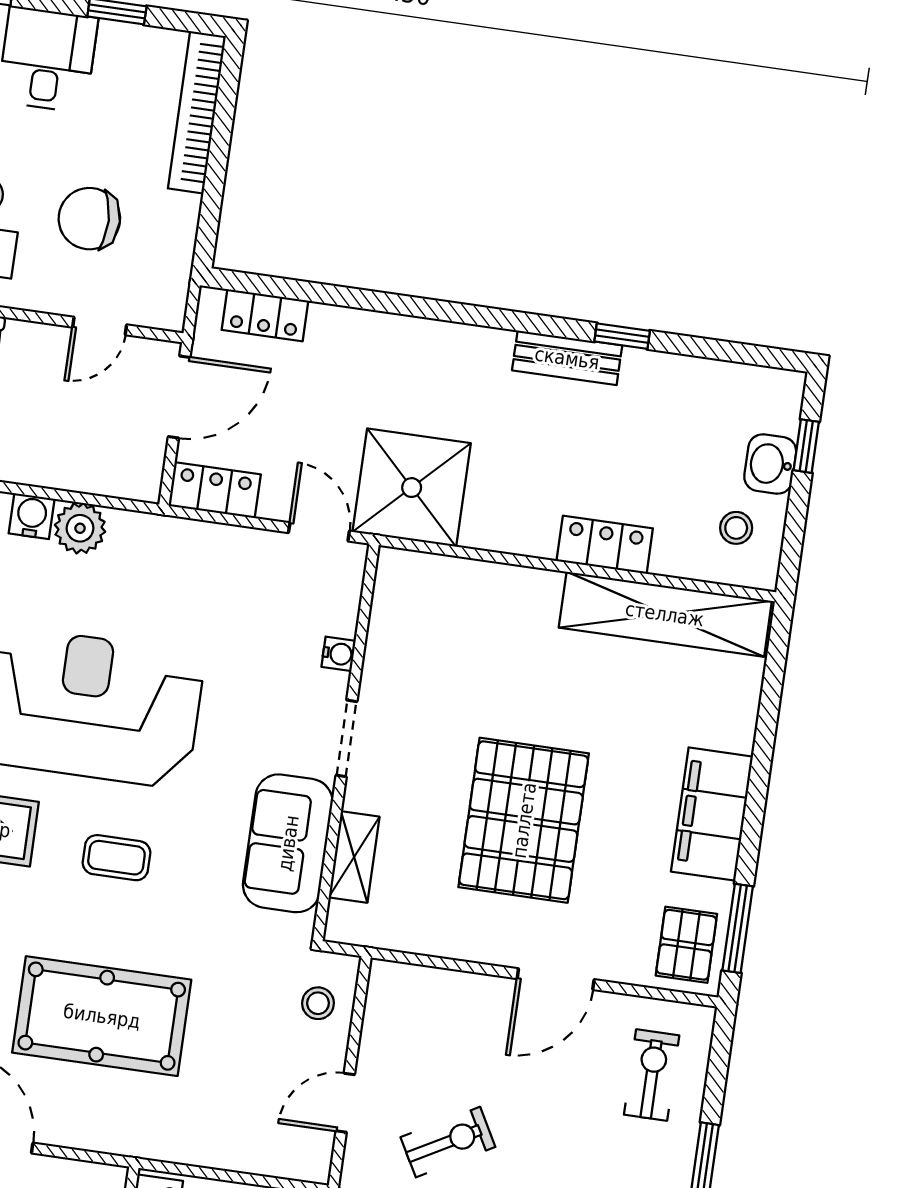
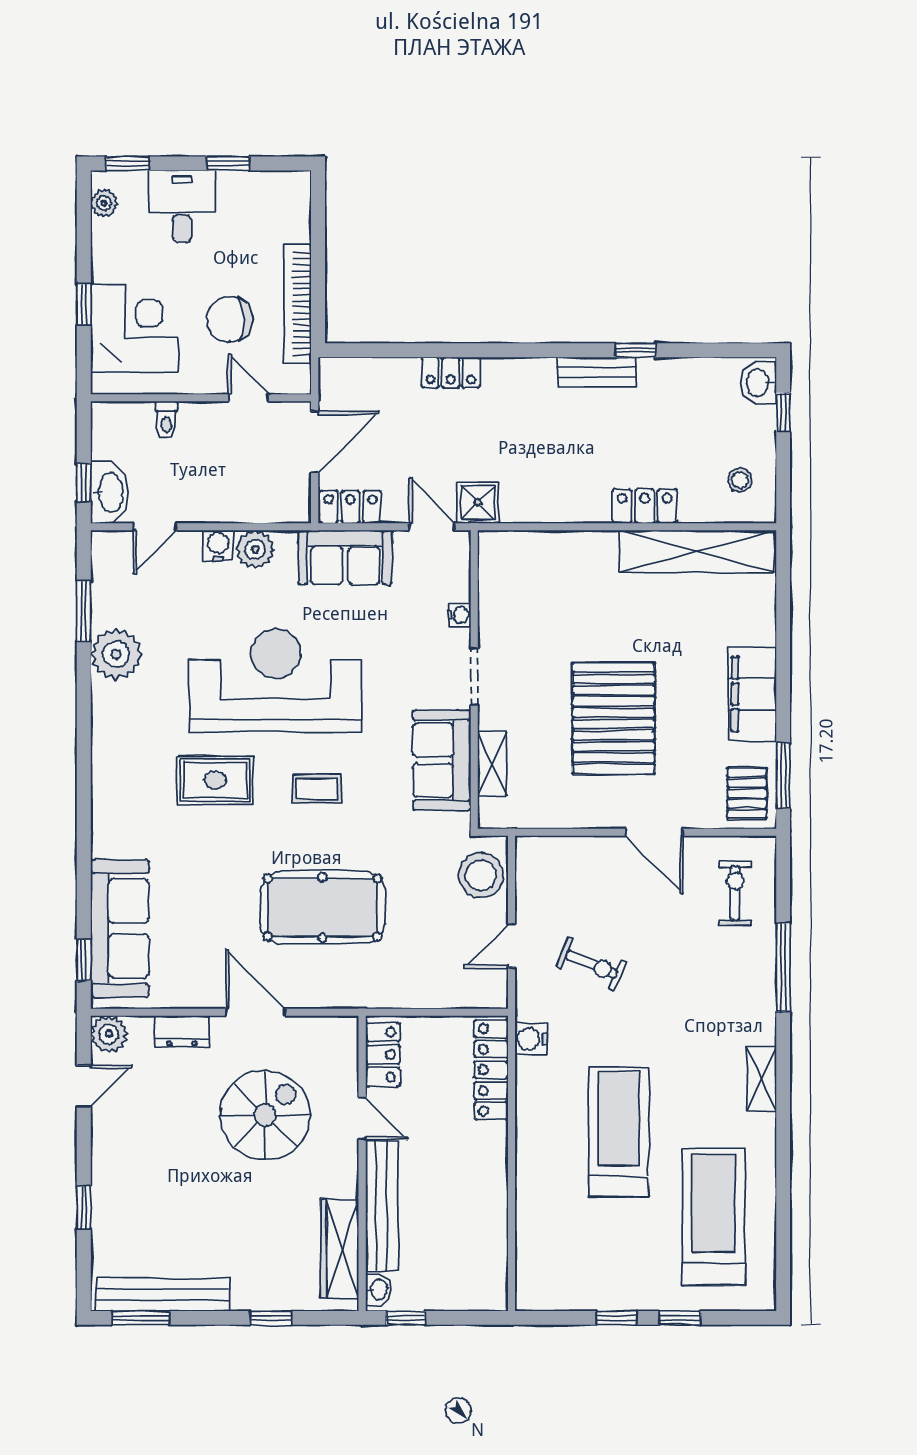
bookcase: (197, 112) -> (298, 304), moved
locker: (265, 315) -> (451, 372), moved
door: (100, 326) -> (248, 398), swing flipped
washbasin: (770, 464) -> (758, 383), moved
shower: (412, 488) -> (478, 502), width x0.54, depth x0.54
sofa: (198, 556) -> (345, 557), added
door: (556, 979) -> (654, 832), hinge flipped
stool: (318, 1003) -> (481, 875), width x1.89, depth x1.89
exercise bike: (448, 1142) -> (592, 964), turned 52

